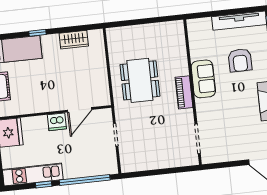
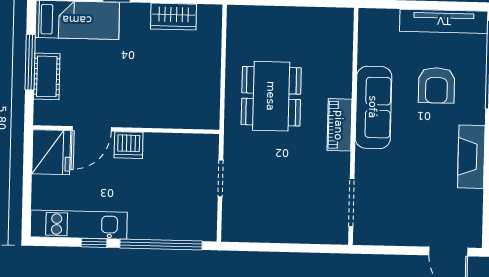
sofa: (203, 79) -> (373, 107), width x1.36
door: (80, 110) -> (92, 129), moved

